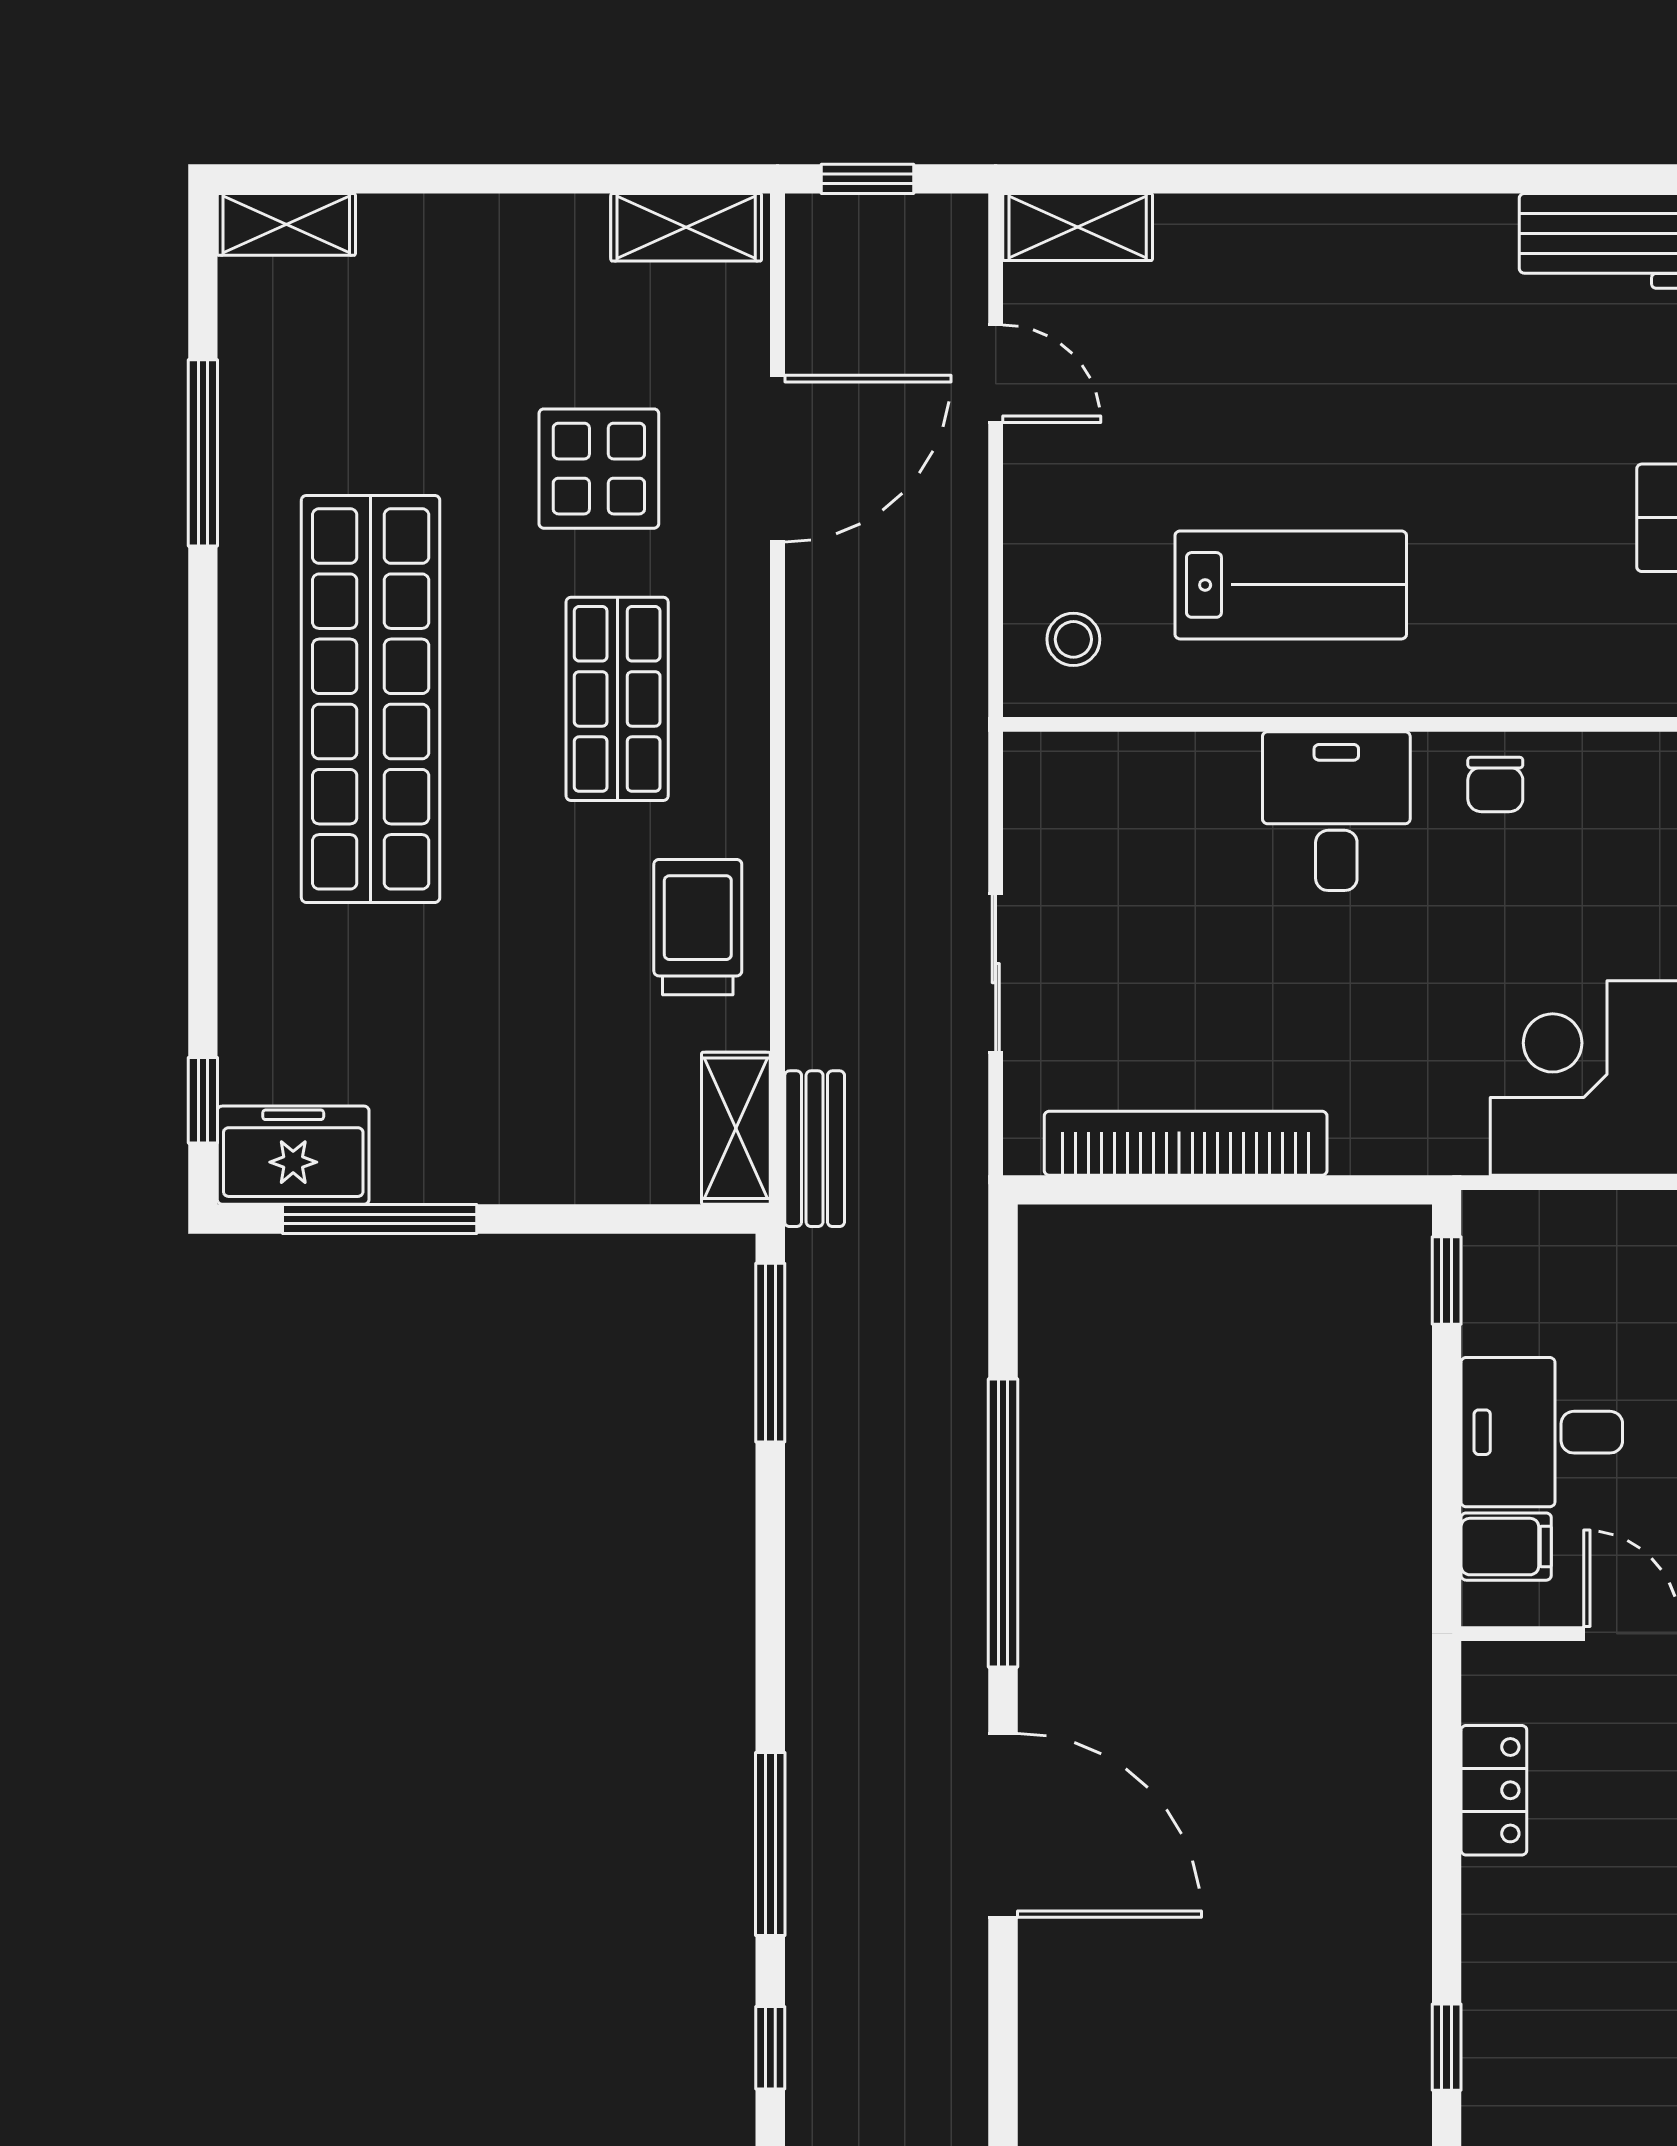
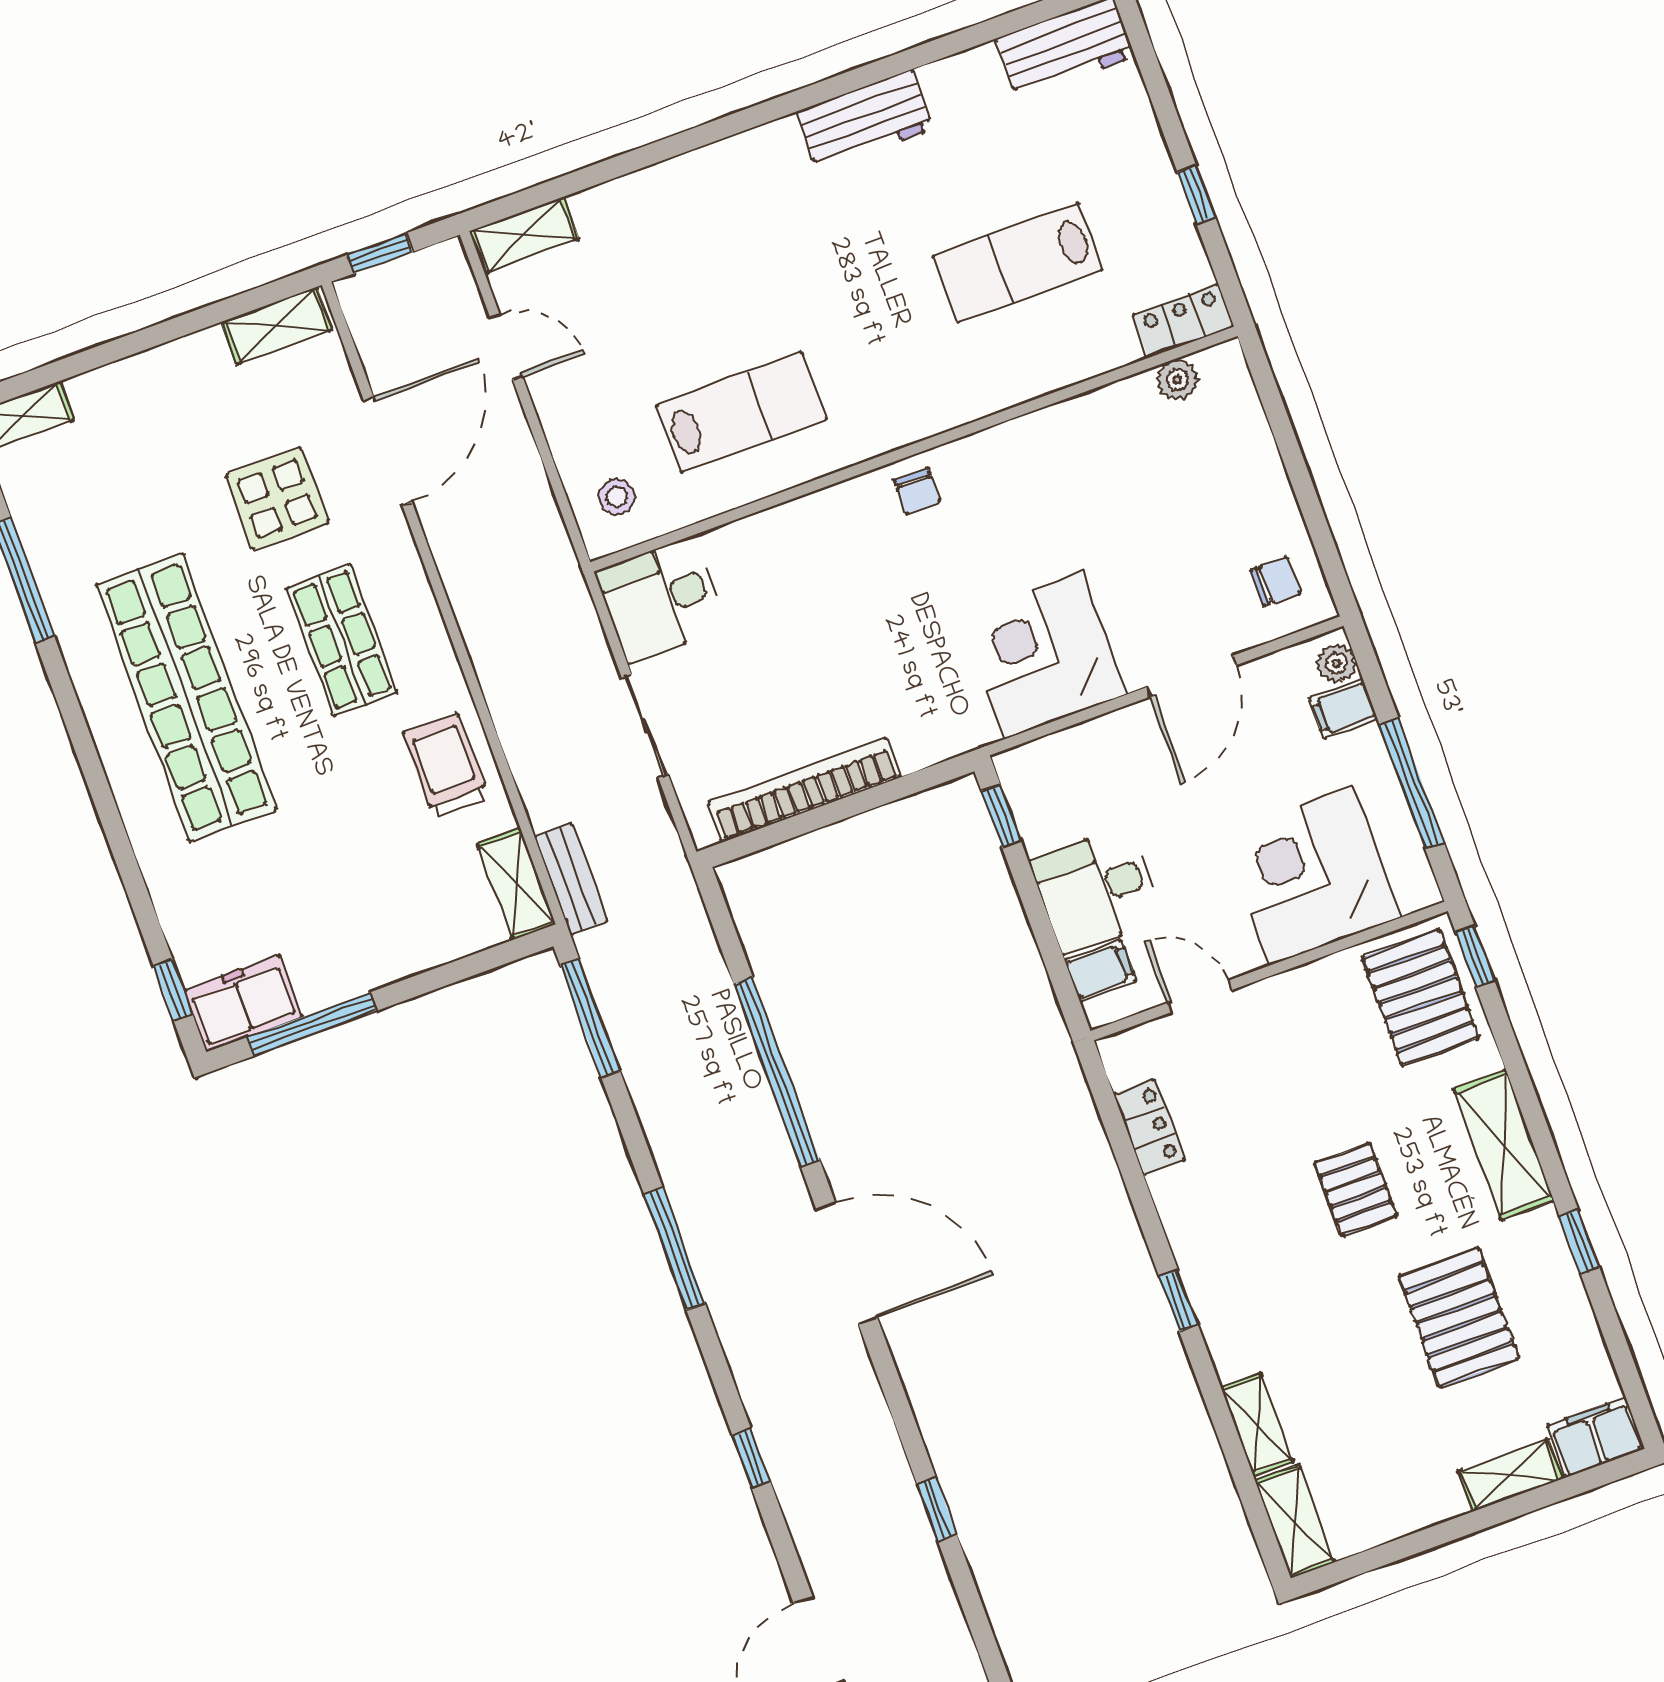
desk: (1336, 811) -> (661, 600), moved, turned -90
window: (770, 1844) -> (675, 1249), moved

